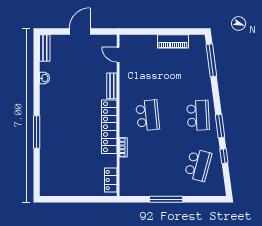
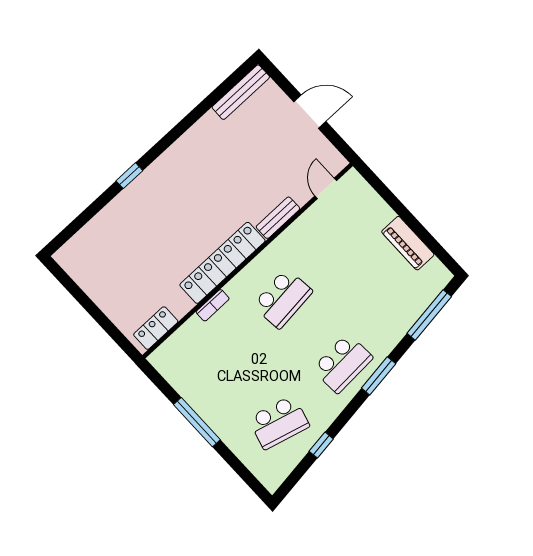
bench: (45, 48) -> (241, 92), width x1.36
washbasin: (45, 78) -> (208, 122), removed
window: (220, 126) -> (379, 376), moved
window: (37, 132) -> (129, 176), width x0.46

